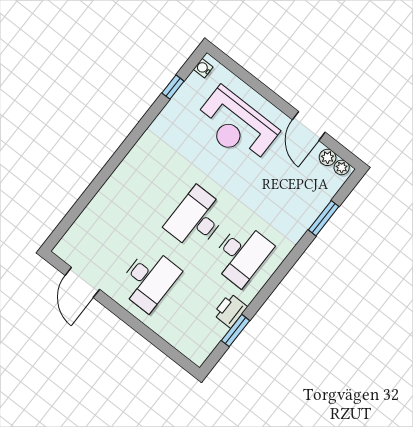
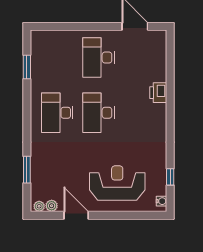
desk: (196, 219) -> (98, 113), turned 180
printer: (230, 310) -> (158, 93), moved, turned 180

